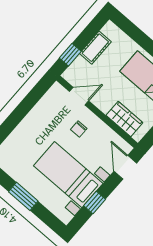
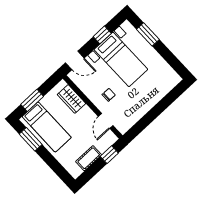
door: (79, 96) -> (106, 121), hinge flipped
door: (125, 167) -> (75, 60), hinge flipped
window: (23, 196) -> (148, 34), moved

